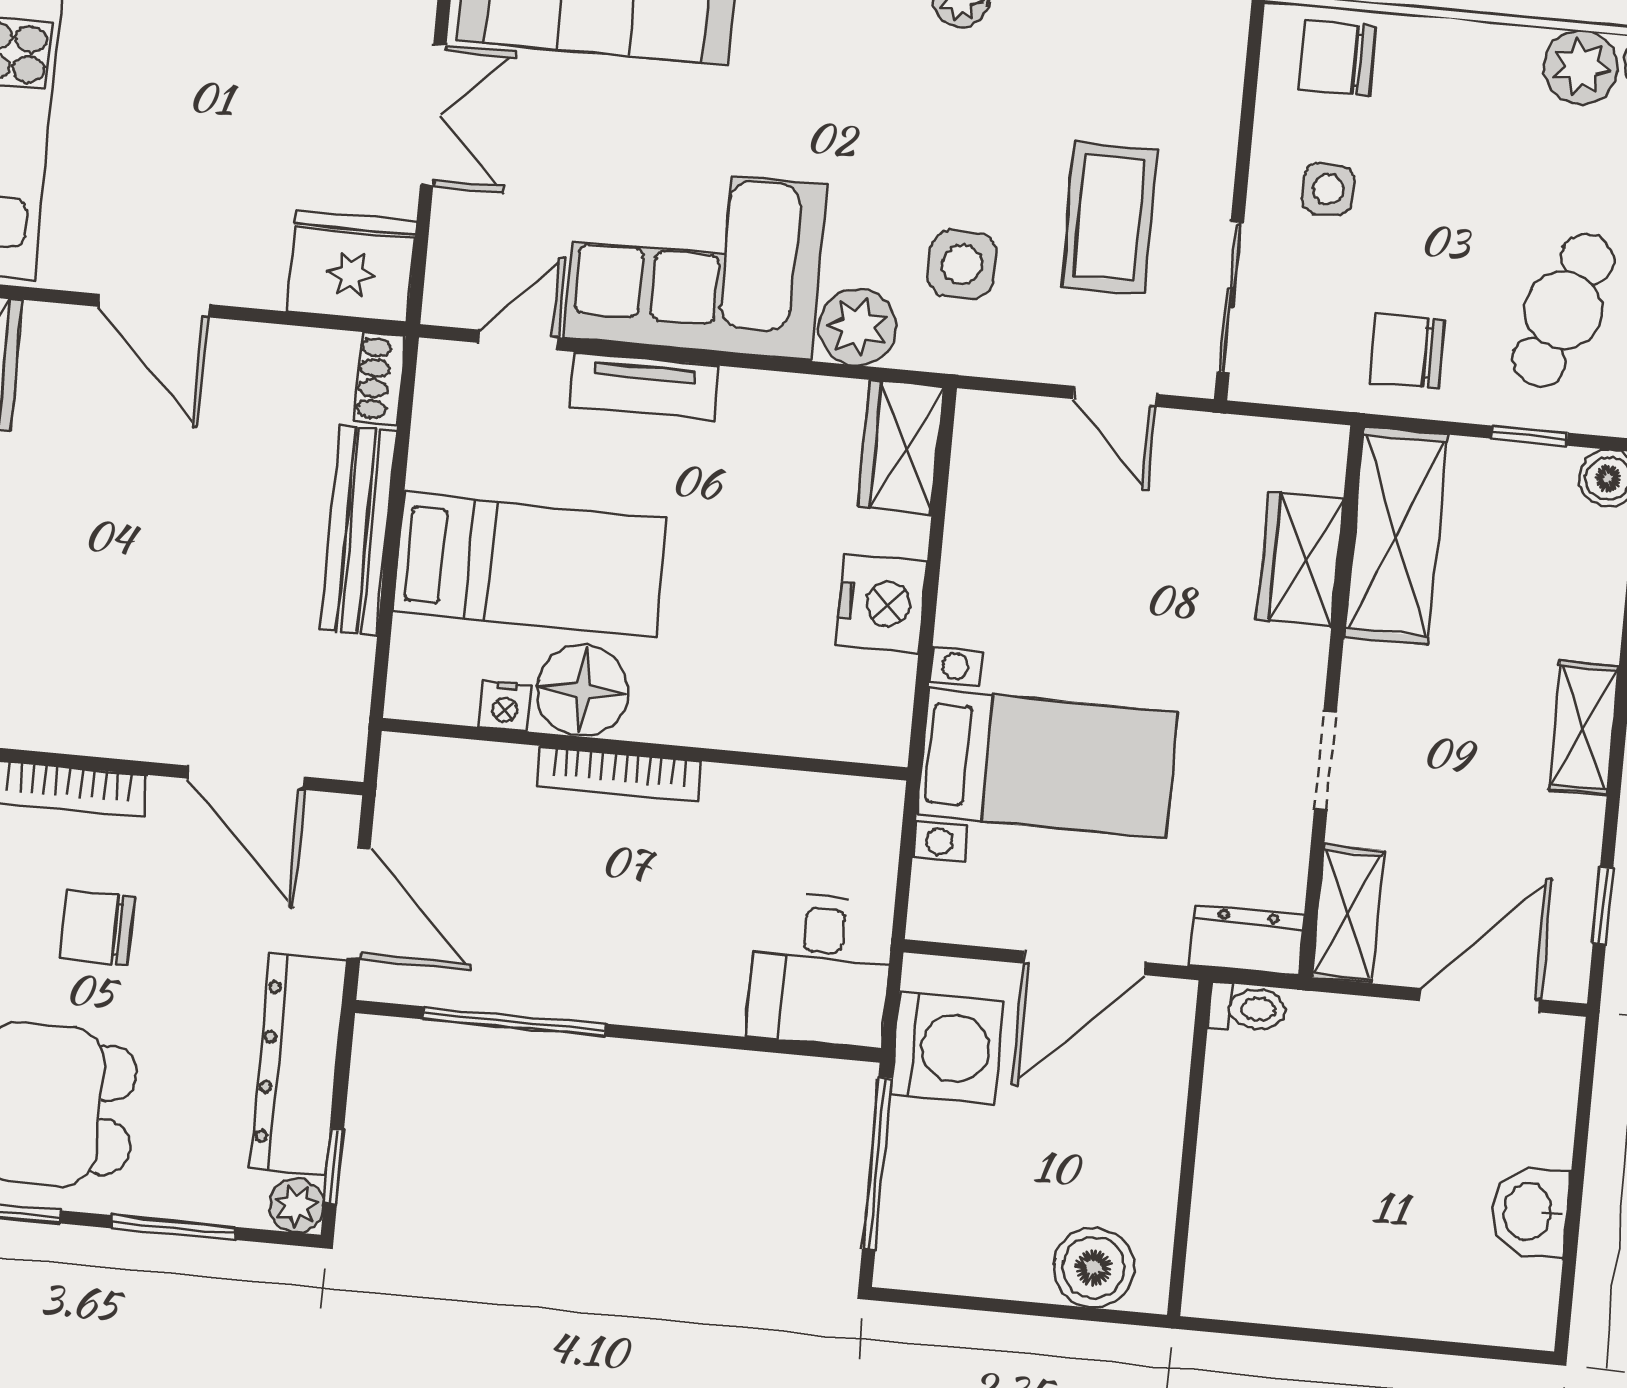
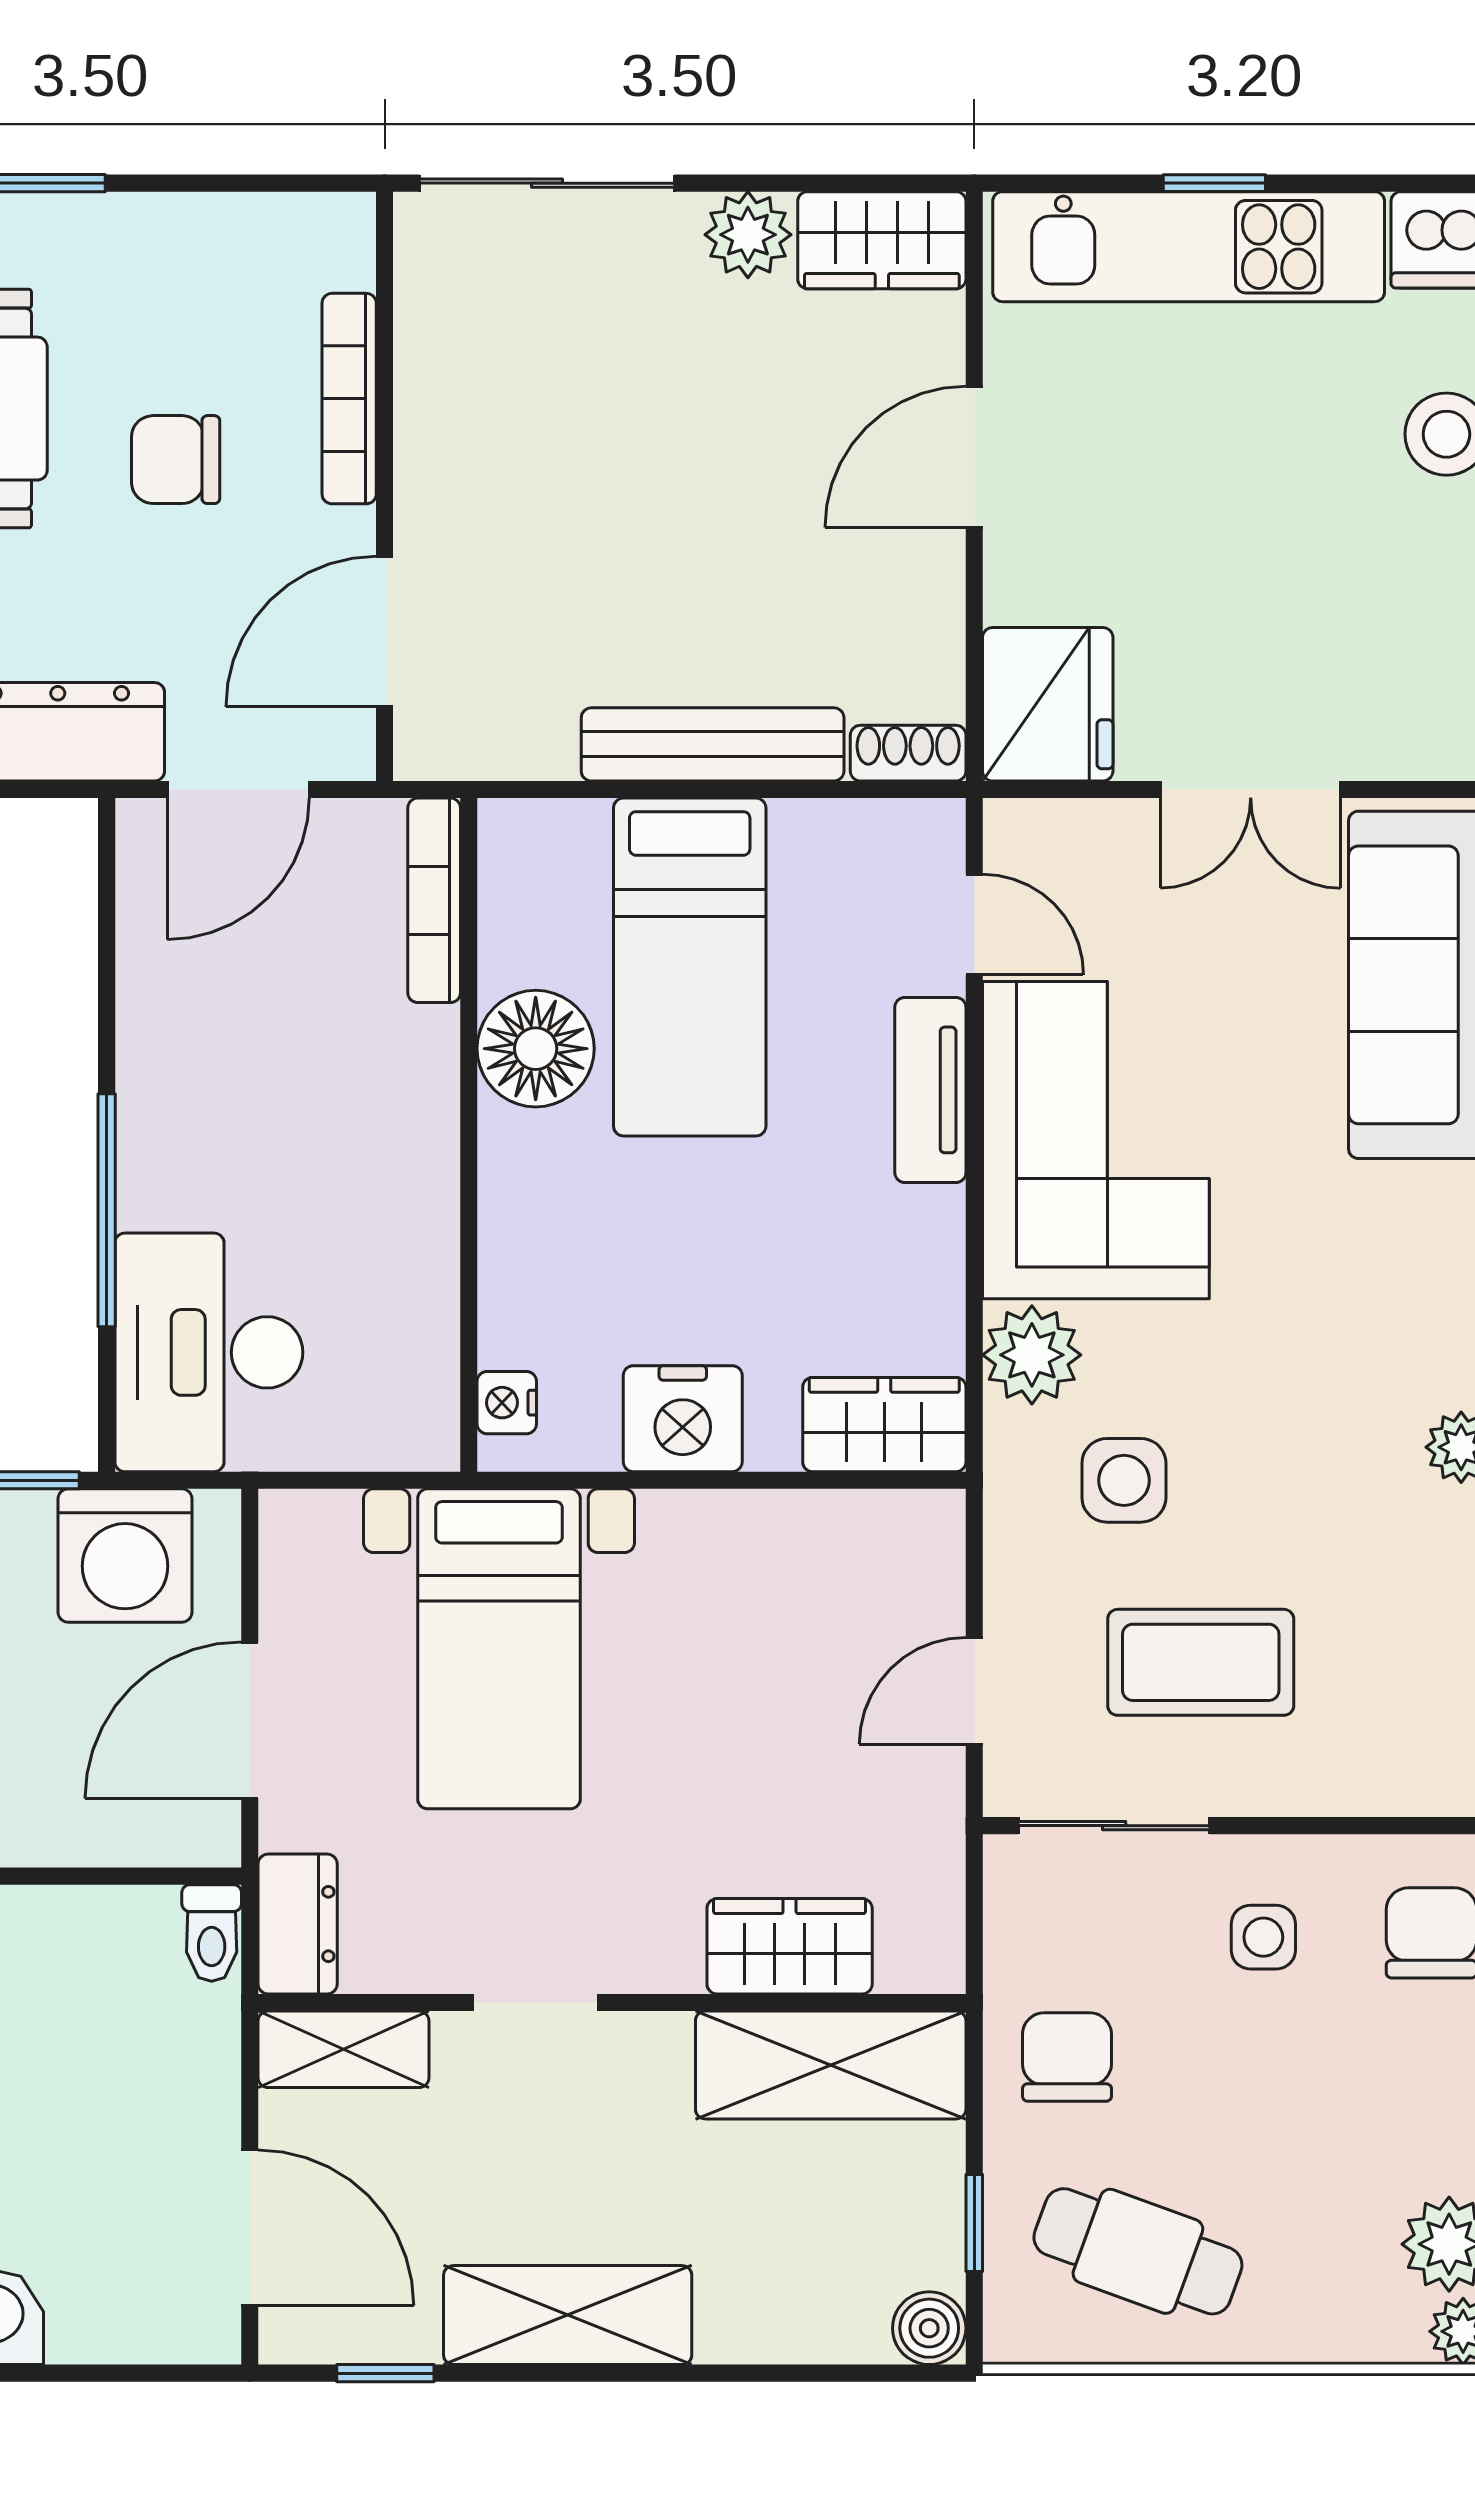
nightstand: (505, 706) -> (507, 1403), moved
shelving: (1584, 728) -> (568, 2315), width x1.50, depth x1.33
bookcase: (619, 774) -> (434, 900), moved
chair: (97, 928) -> (176, 460), turned -90
door: (1084, 963) -> (250, 1720), hinge flipped
desk: (820, 970) -> (209, 1352), width x1.37
window: (514, 1022) -> (107, 1210), moved

